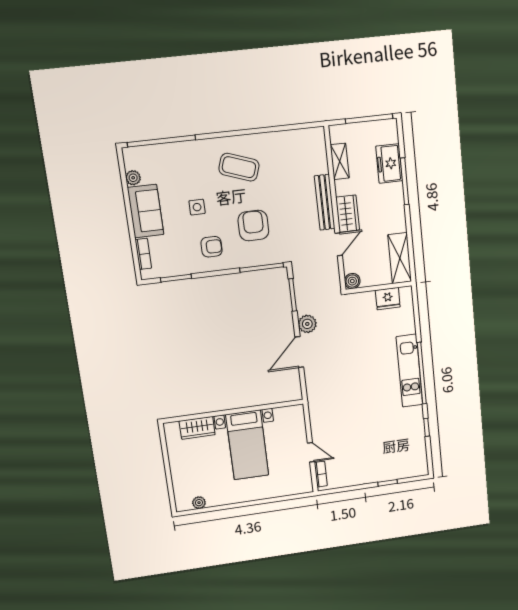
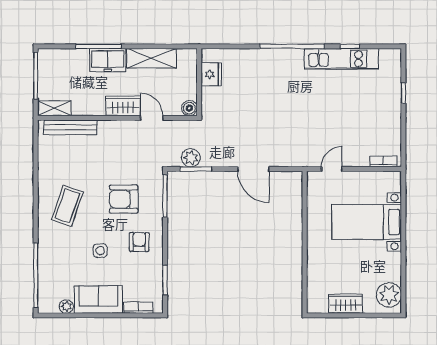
shelving: (340, 161) -> (54, 108), moved
freezer: (389, 164) -> (108, 60), moved
bench: (325, 202) -> (71, 127), moved
shelving: (400, 258) -> (151, 58), moved
plant: (307, 324) -> (191, 158), moved
kitchen unit: (409, 371) -> (341, 59), moved
wardrobe: (197, 428) -> (346, 304), moved, turned -90
bed with nightstands: (247, 445) -> (367, 222), moved, turned 180
door: (311, 452) -> (332, 169), moved
plant: (199, 503) -> (389, 295), width x1.88, depth x1.88

